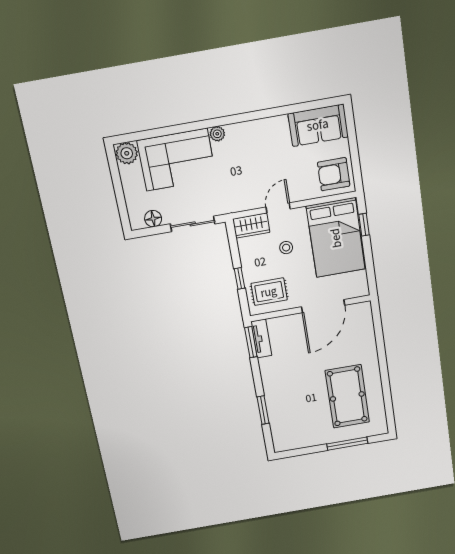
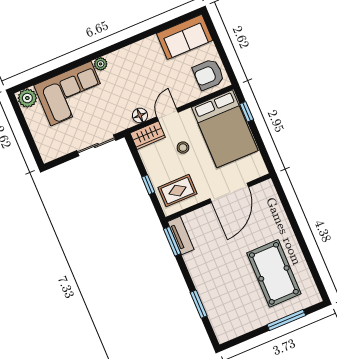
floor lamp: (153, 219) -> (140, 115), moved

